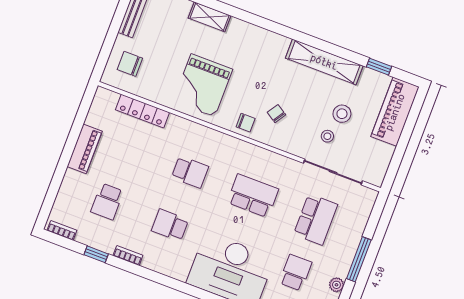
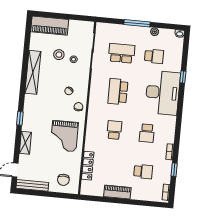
window: (379, 67) -> (20, 118), moved
grand piano: (203, 85) -> (64, 136), turned 90
school desk: (295, 273) -> (154, 56), turned 180

